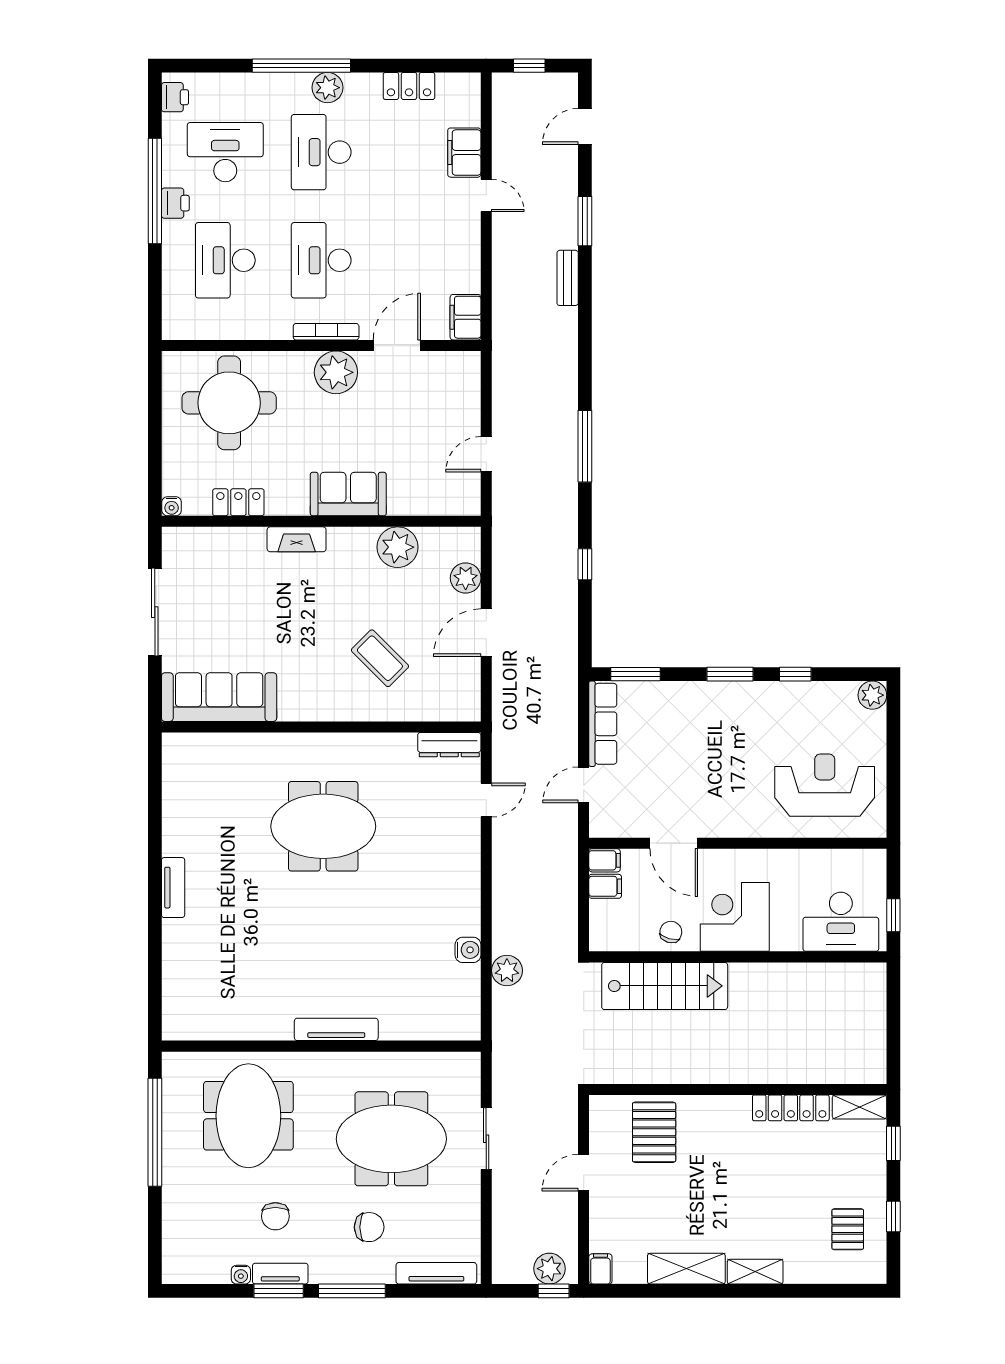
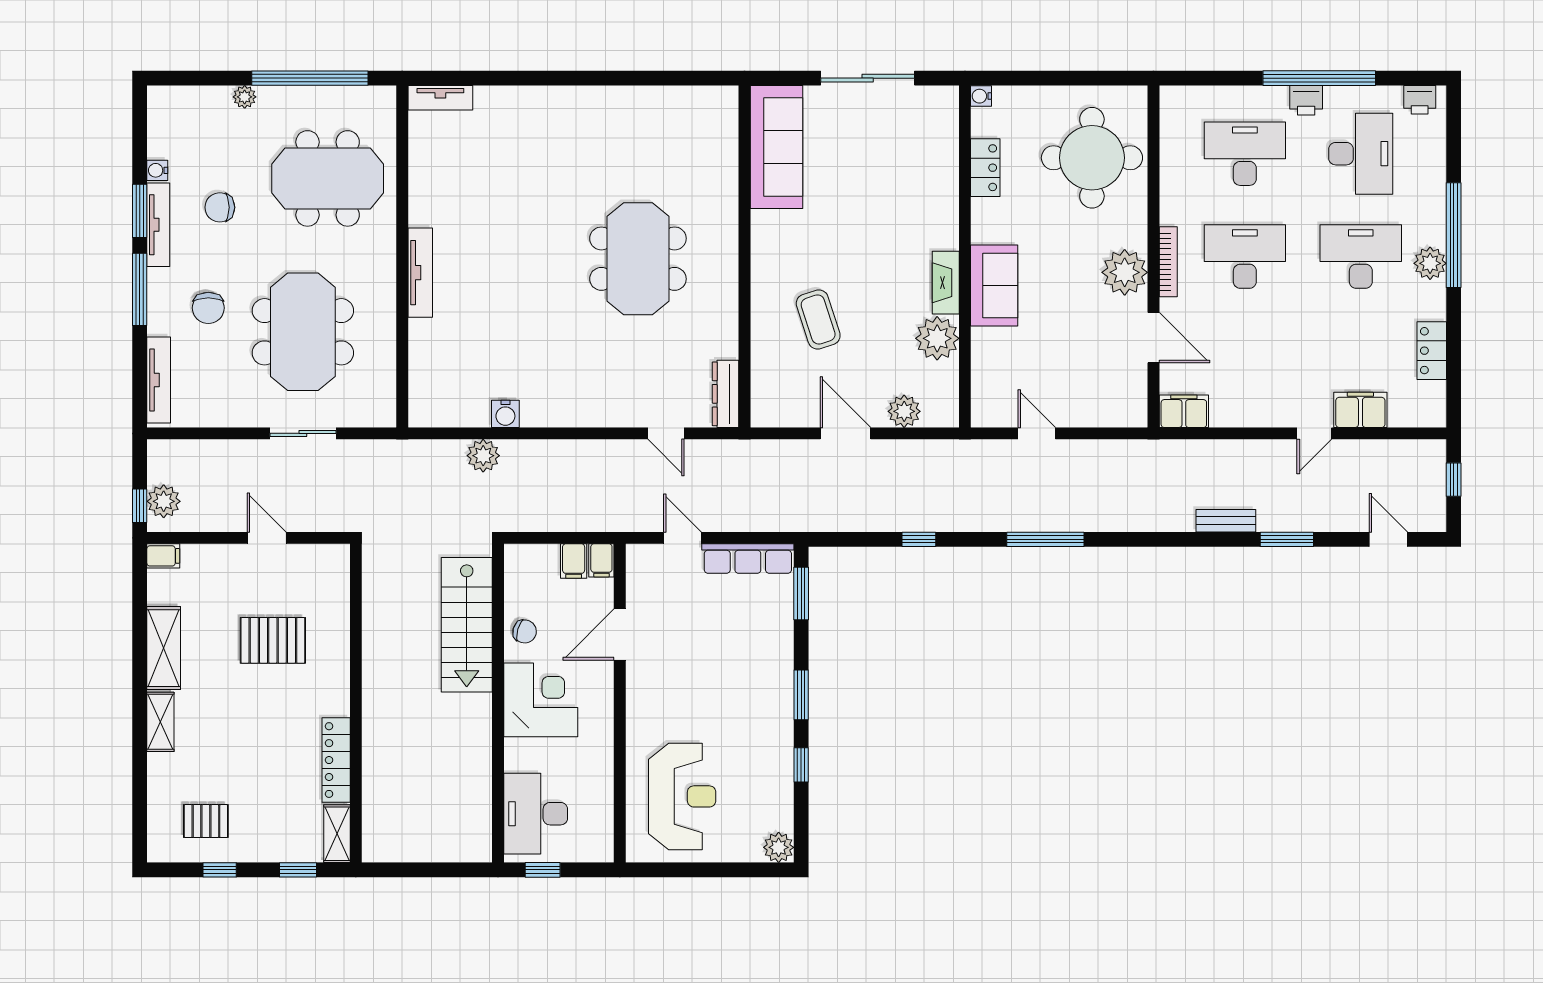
fireplace: (297, 539) -> (946, 283), moved
coffee table: (380, 658) -> (818, 320), turned -63
tv unit: (173, 888) -> (440, 98), moved
pallet: (654, 1132) -> (273, 640), moved
plant: (172, 1193) -> (245, 97), added
tv unit: (280, 1274) -> (158, 225), width x1.41

